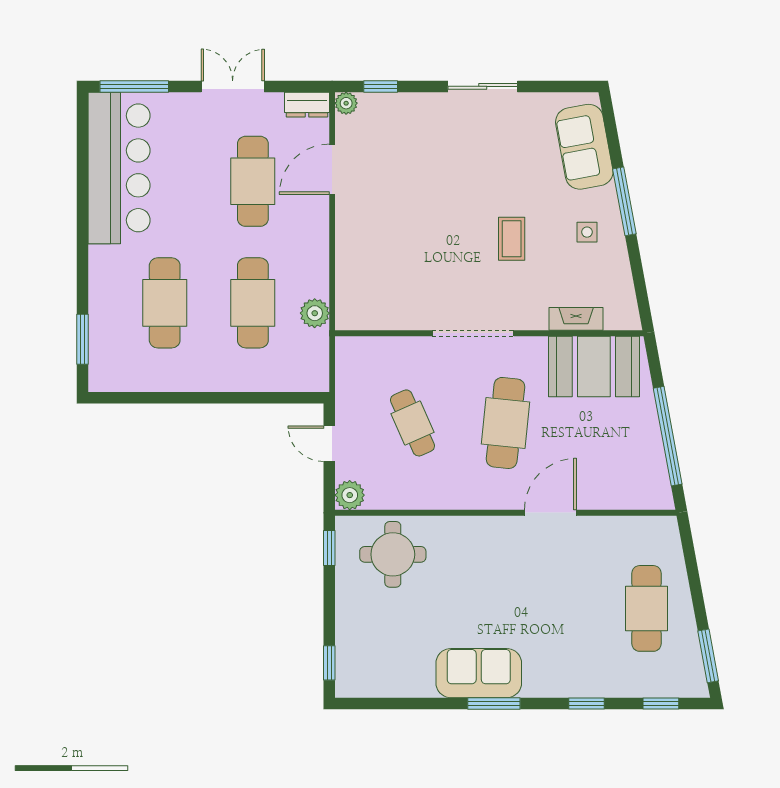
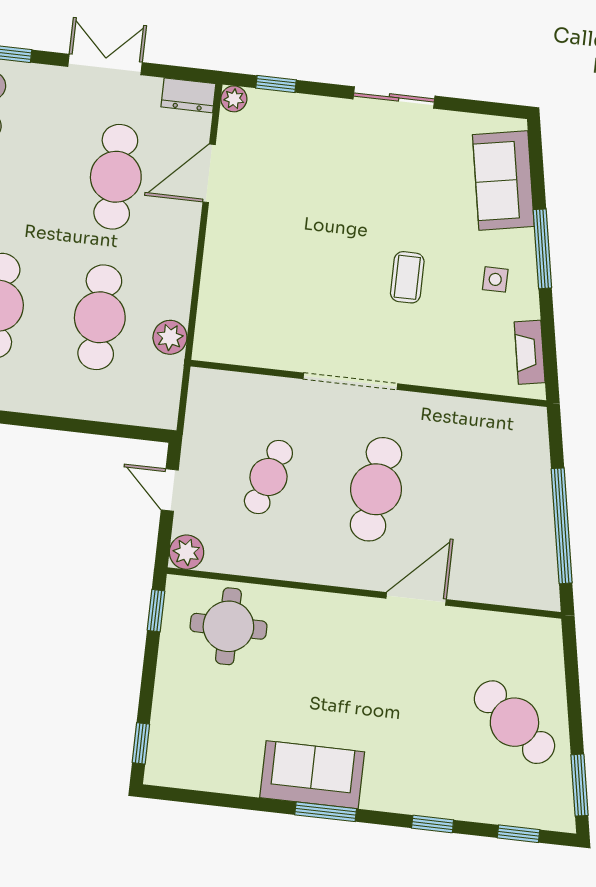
fireplace: (576, 319) -> (530, 352), moved, turned -100
booth: (594, 366) -> (486, 436), removed
cafe table: (412, 423) -> (268, 477), turned 42
cafe table: (647, 608) -> (514, 722), turned -50

